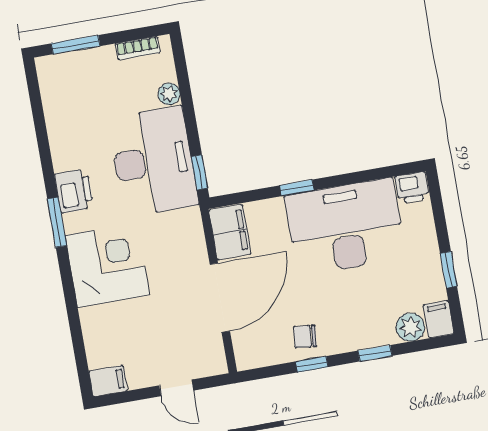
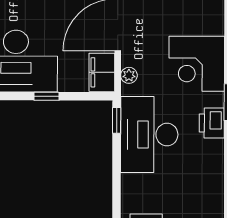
plant: (169, 94) -> (129, 75), moved

